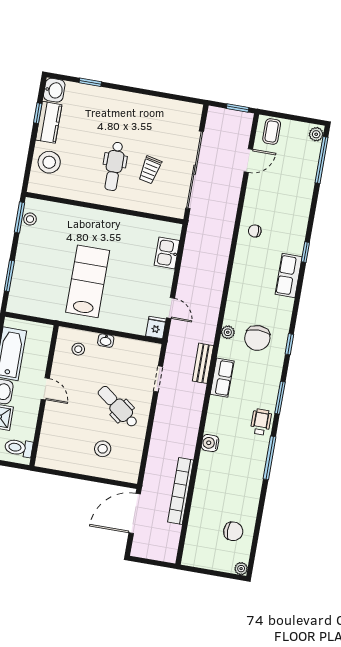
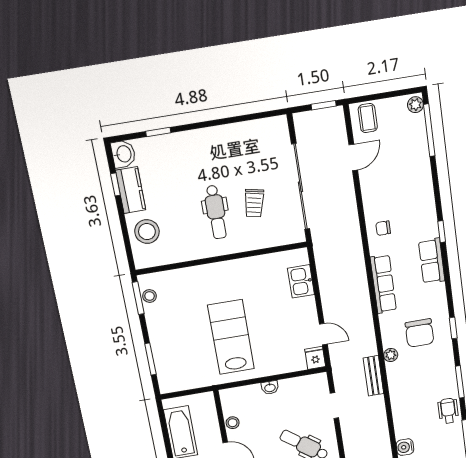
plant: (228, 332) -> (391, 355), moved
stool: (78, 349) -> (233, 423), moved
row of seats: (222, 378) -> (383, 284), moved, width x1.48

